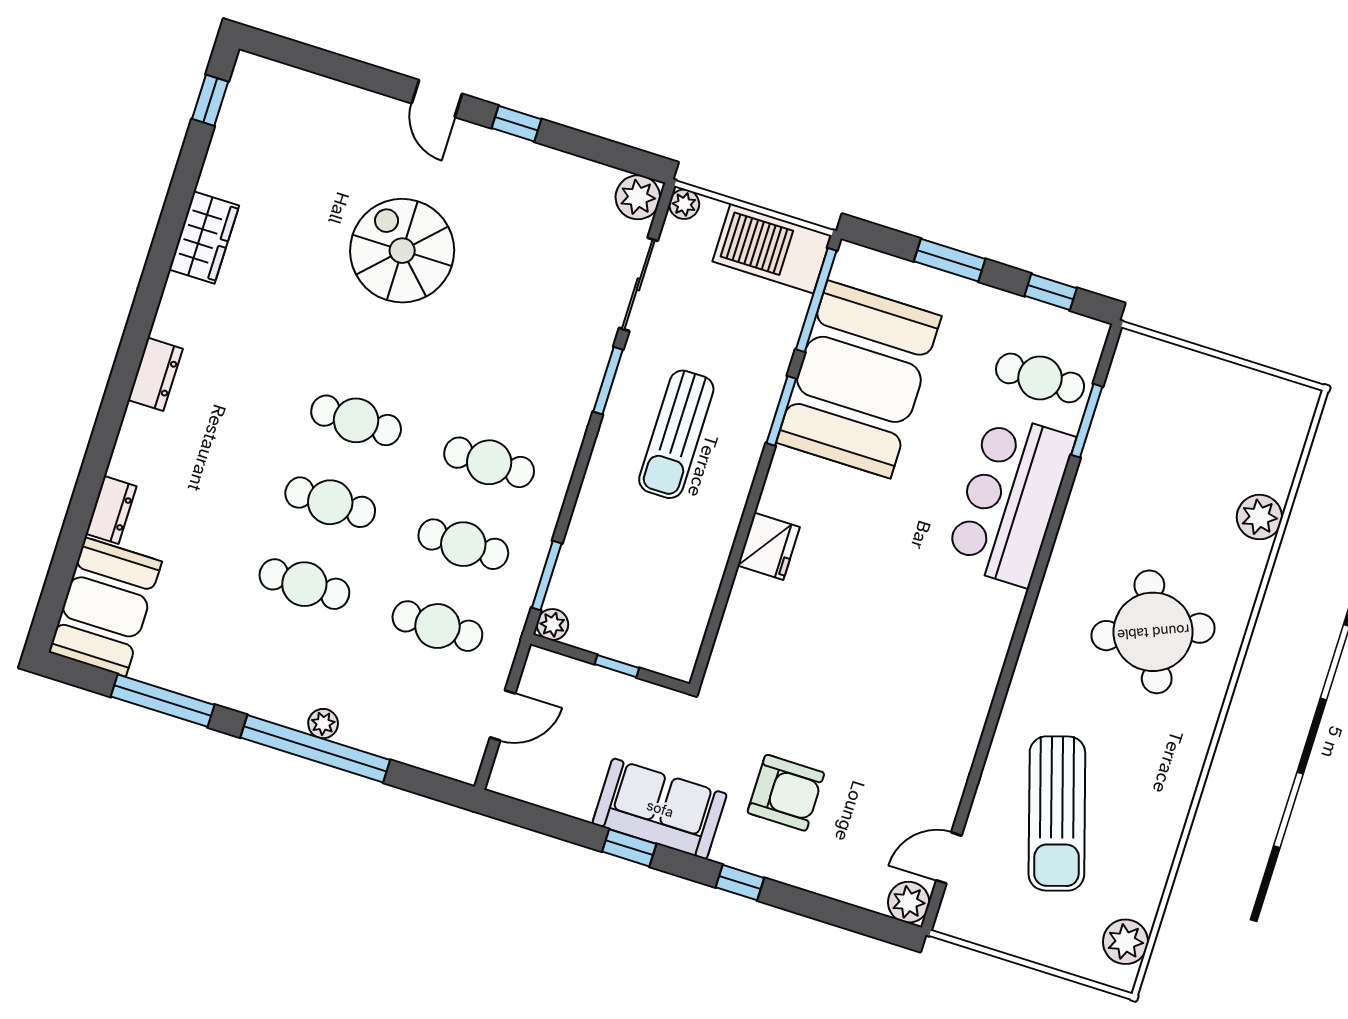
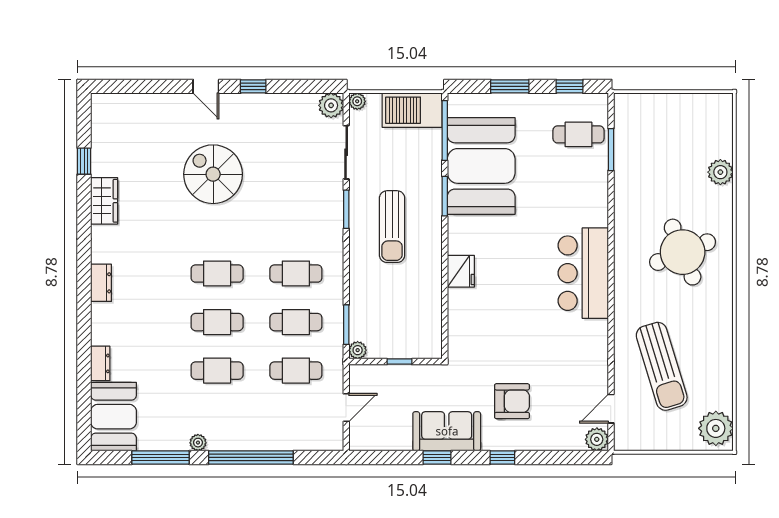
window: (210, 100) -> (84, 161), moved
bar counter: (1010, 500) -> (583, 273), moved
plant: (323, 724) -> (198, 443), moved
plant: (1125, 942) -> (716, 428), width x1.36, depth x1.36

